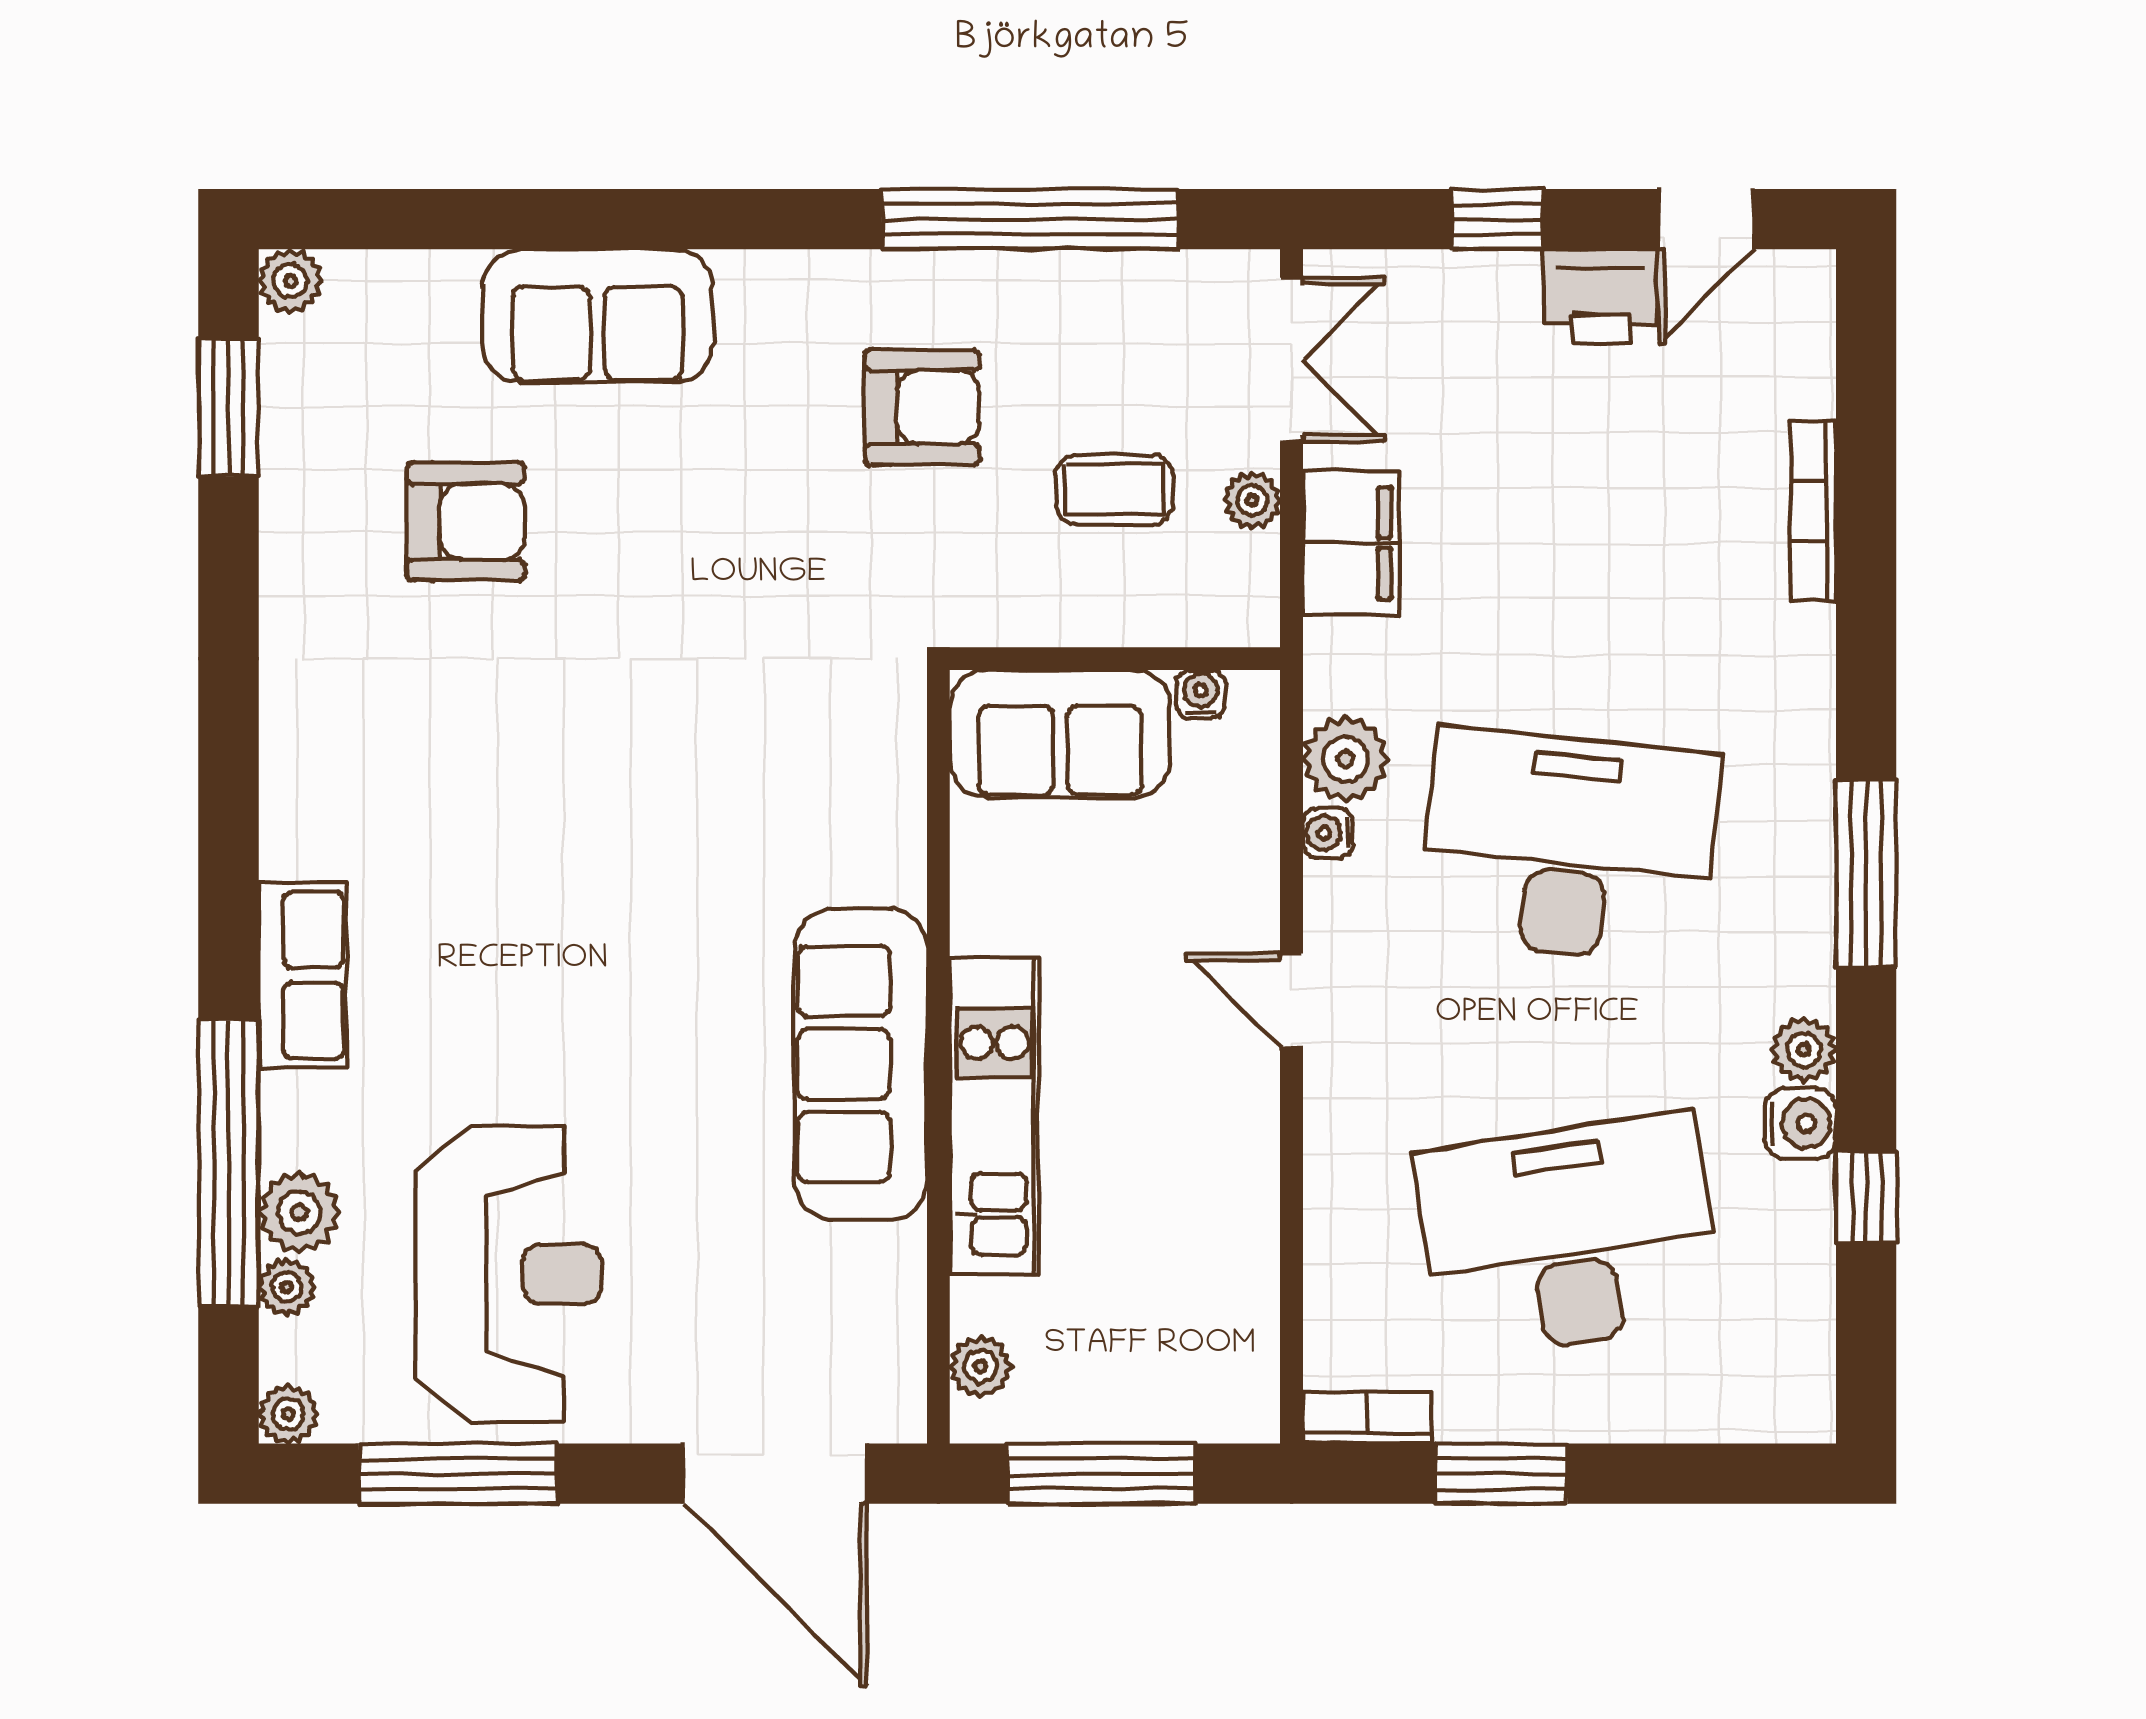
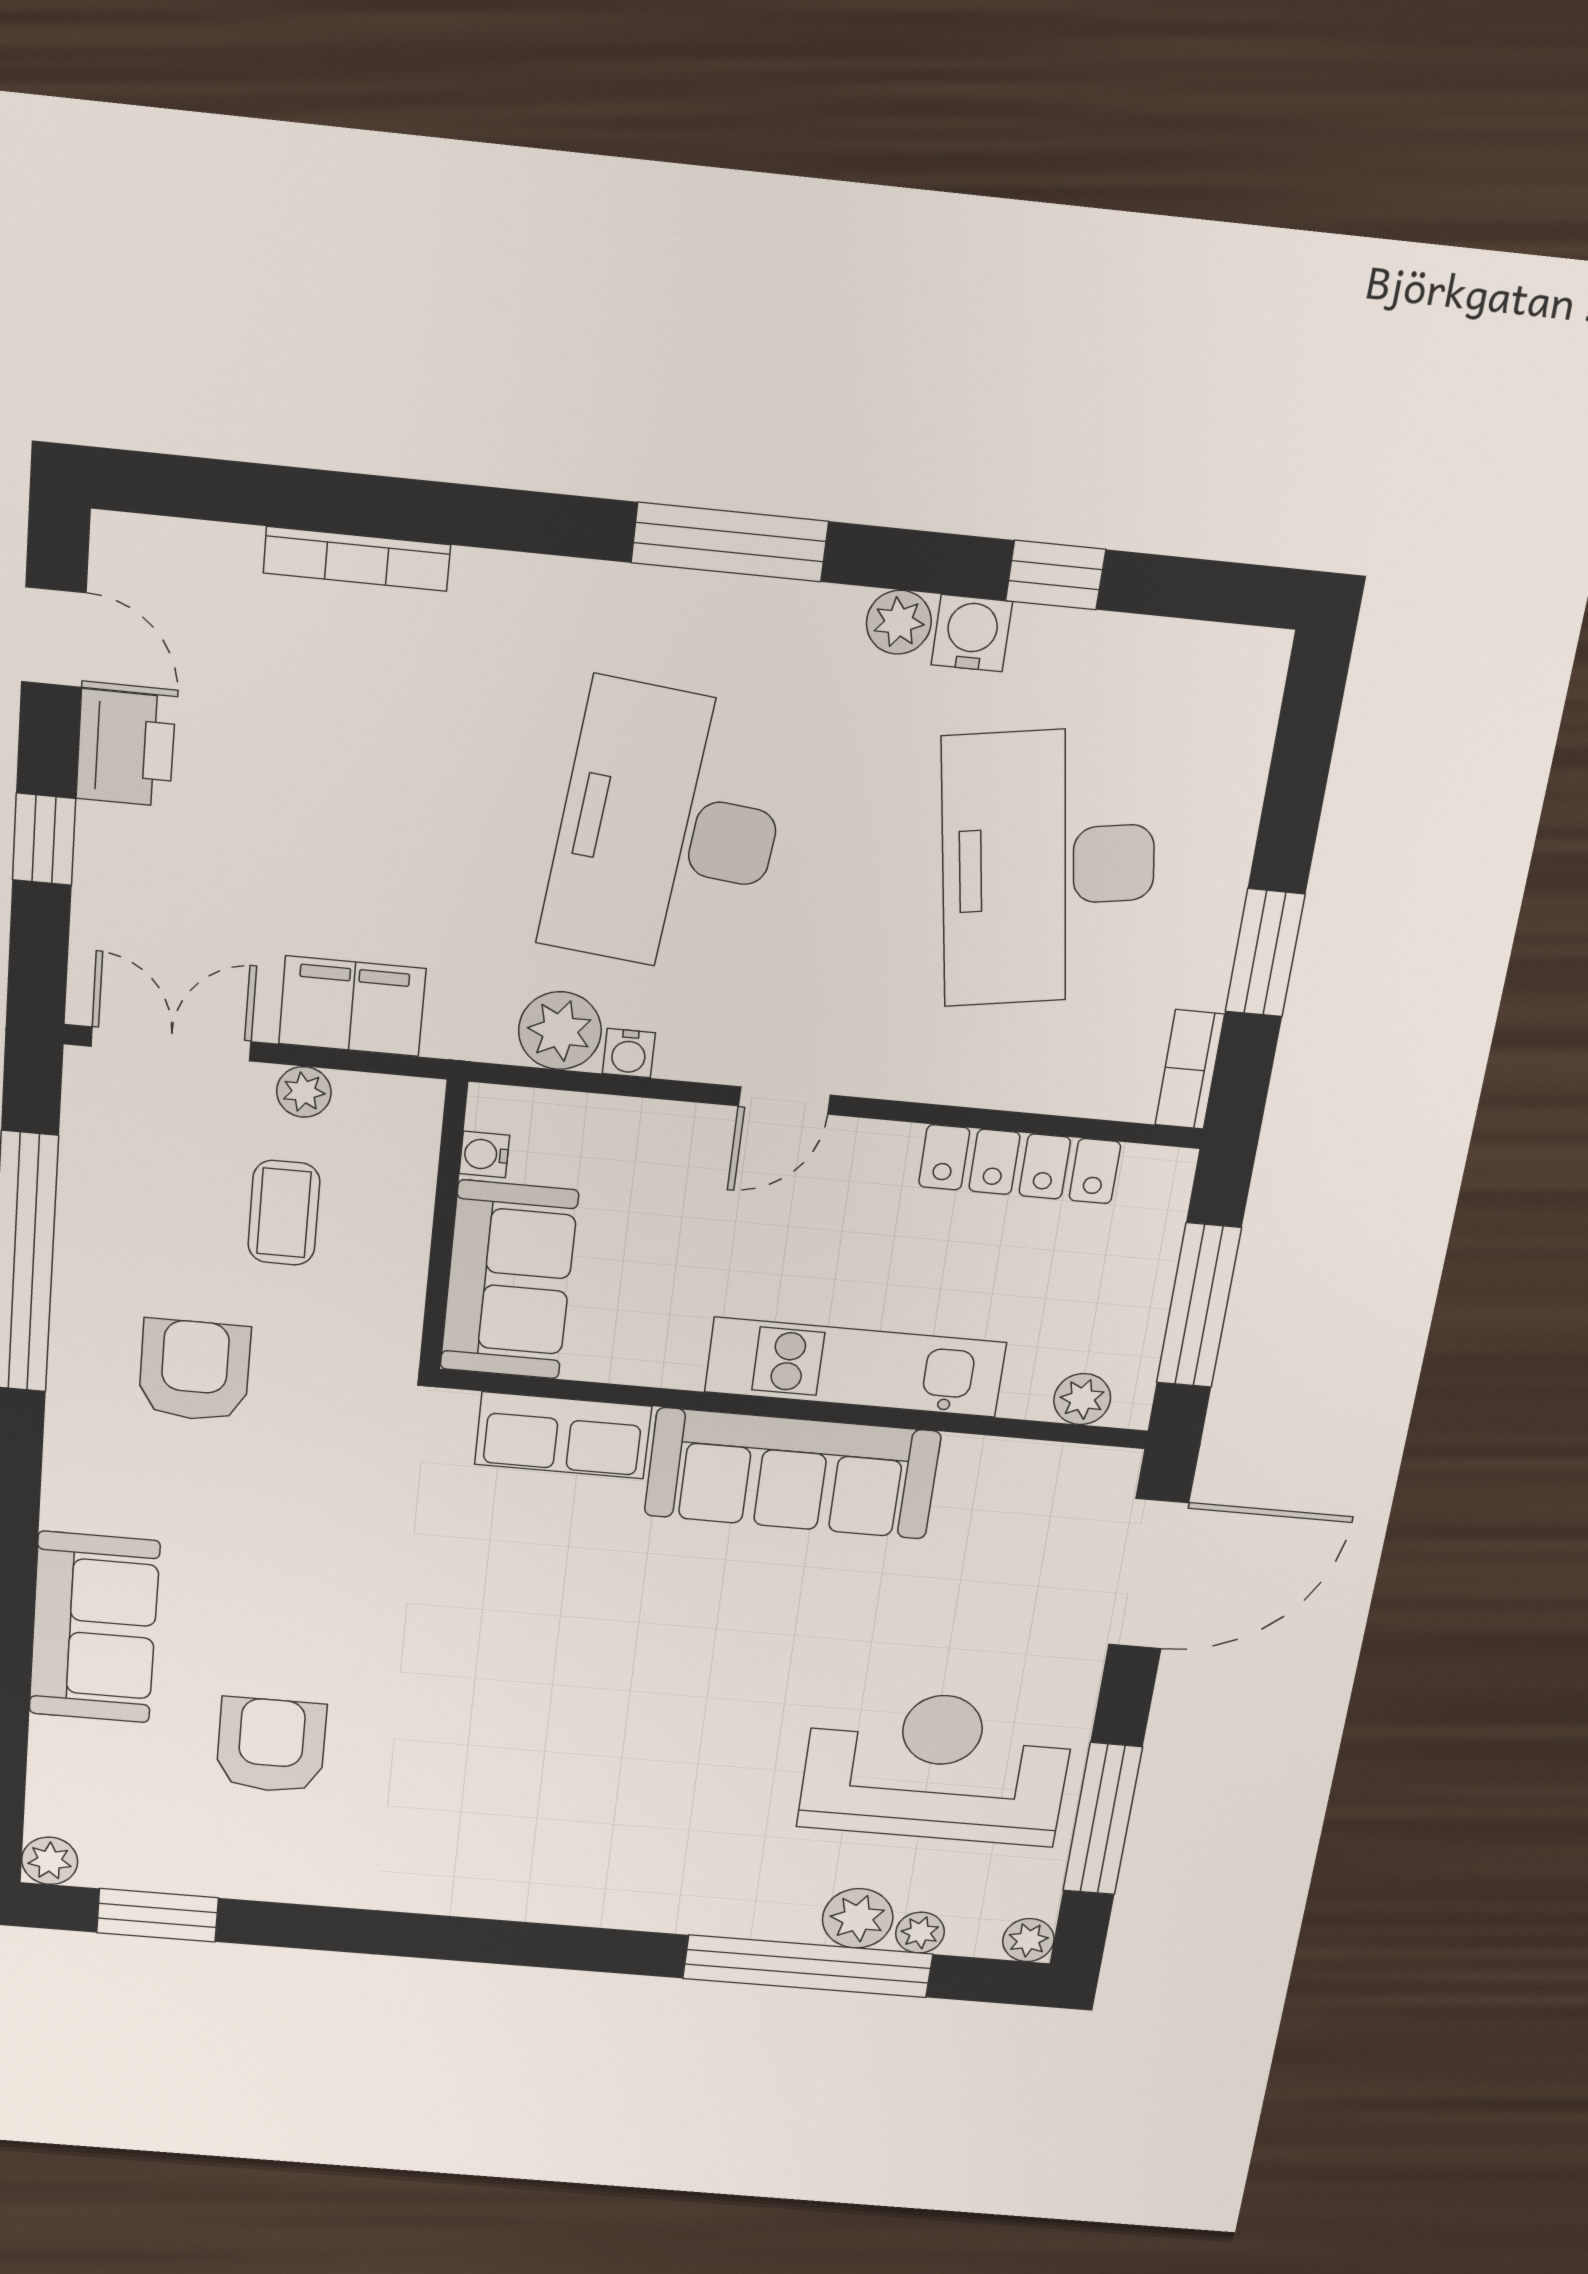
row of seats: (303, 975) -> (563, 1435), moved, turned 180
locker: (1245, 1257) -> (1020, 1164), added

